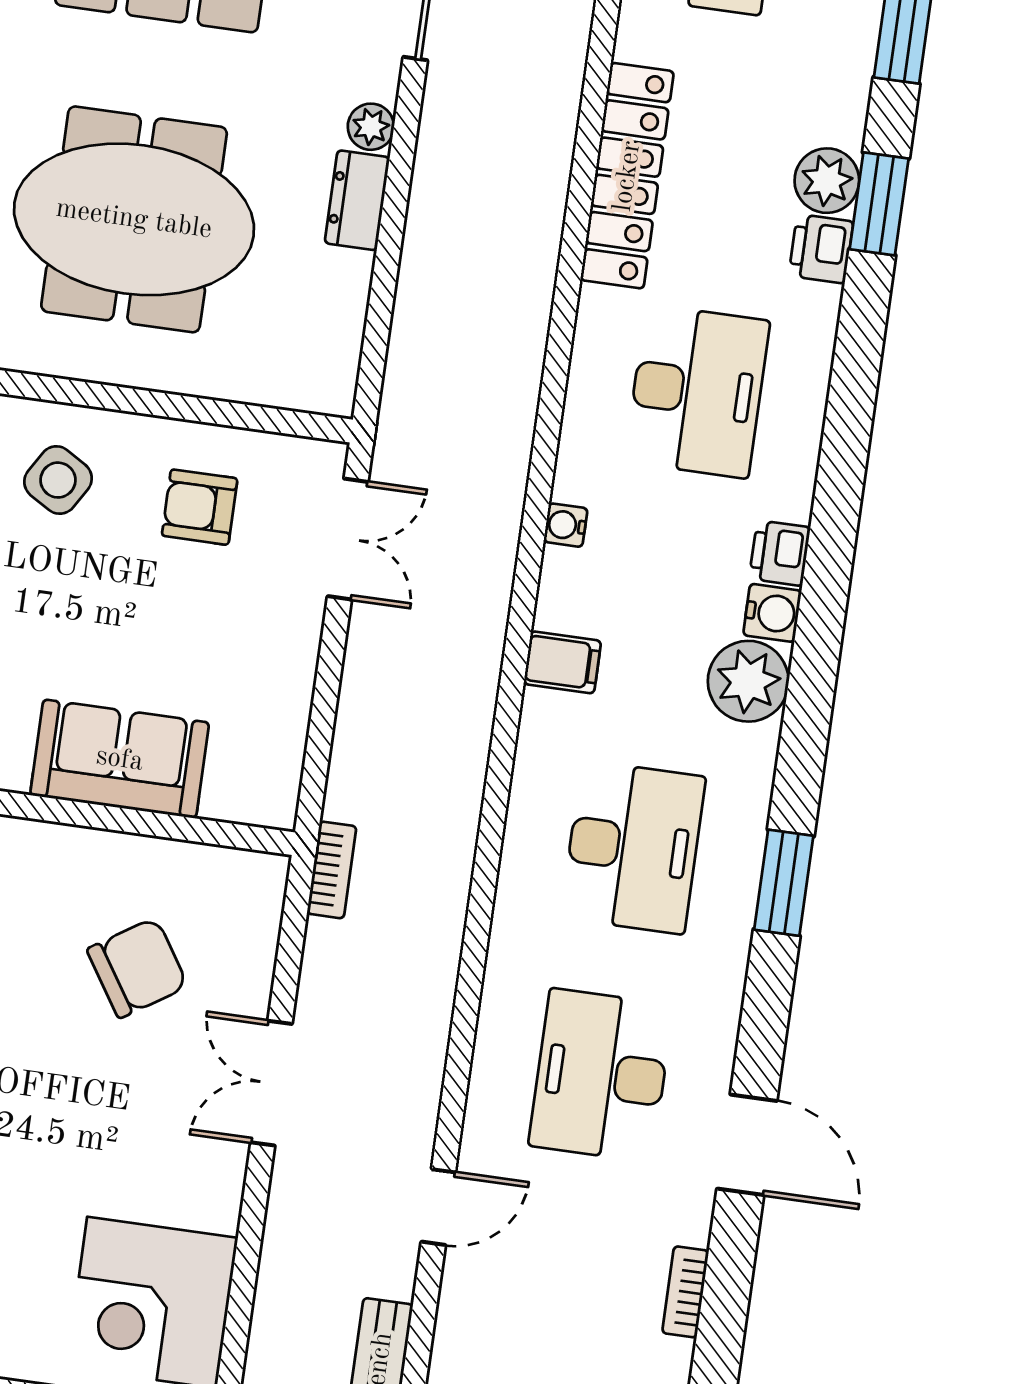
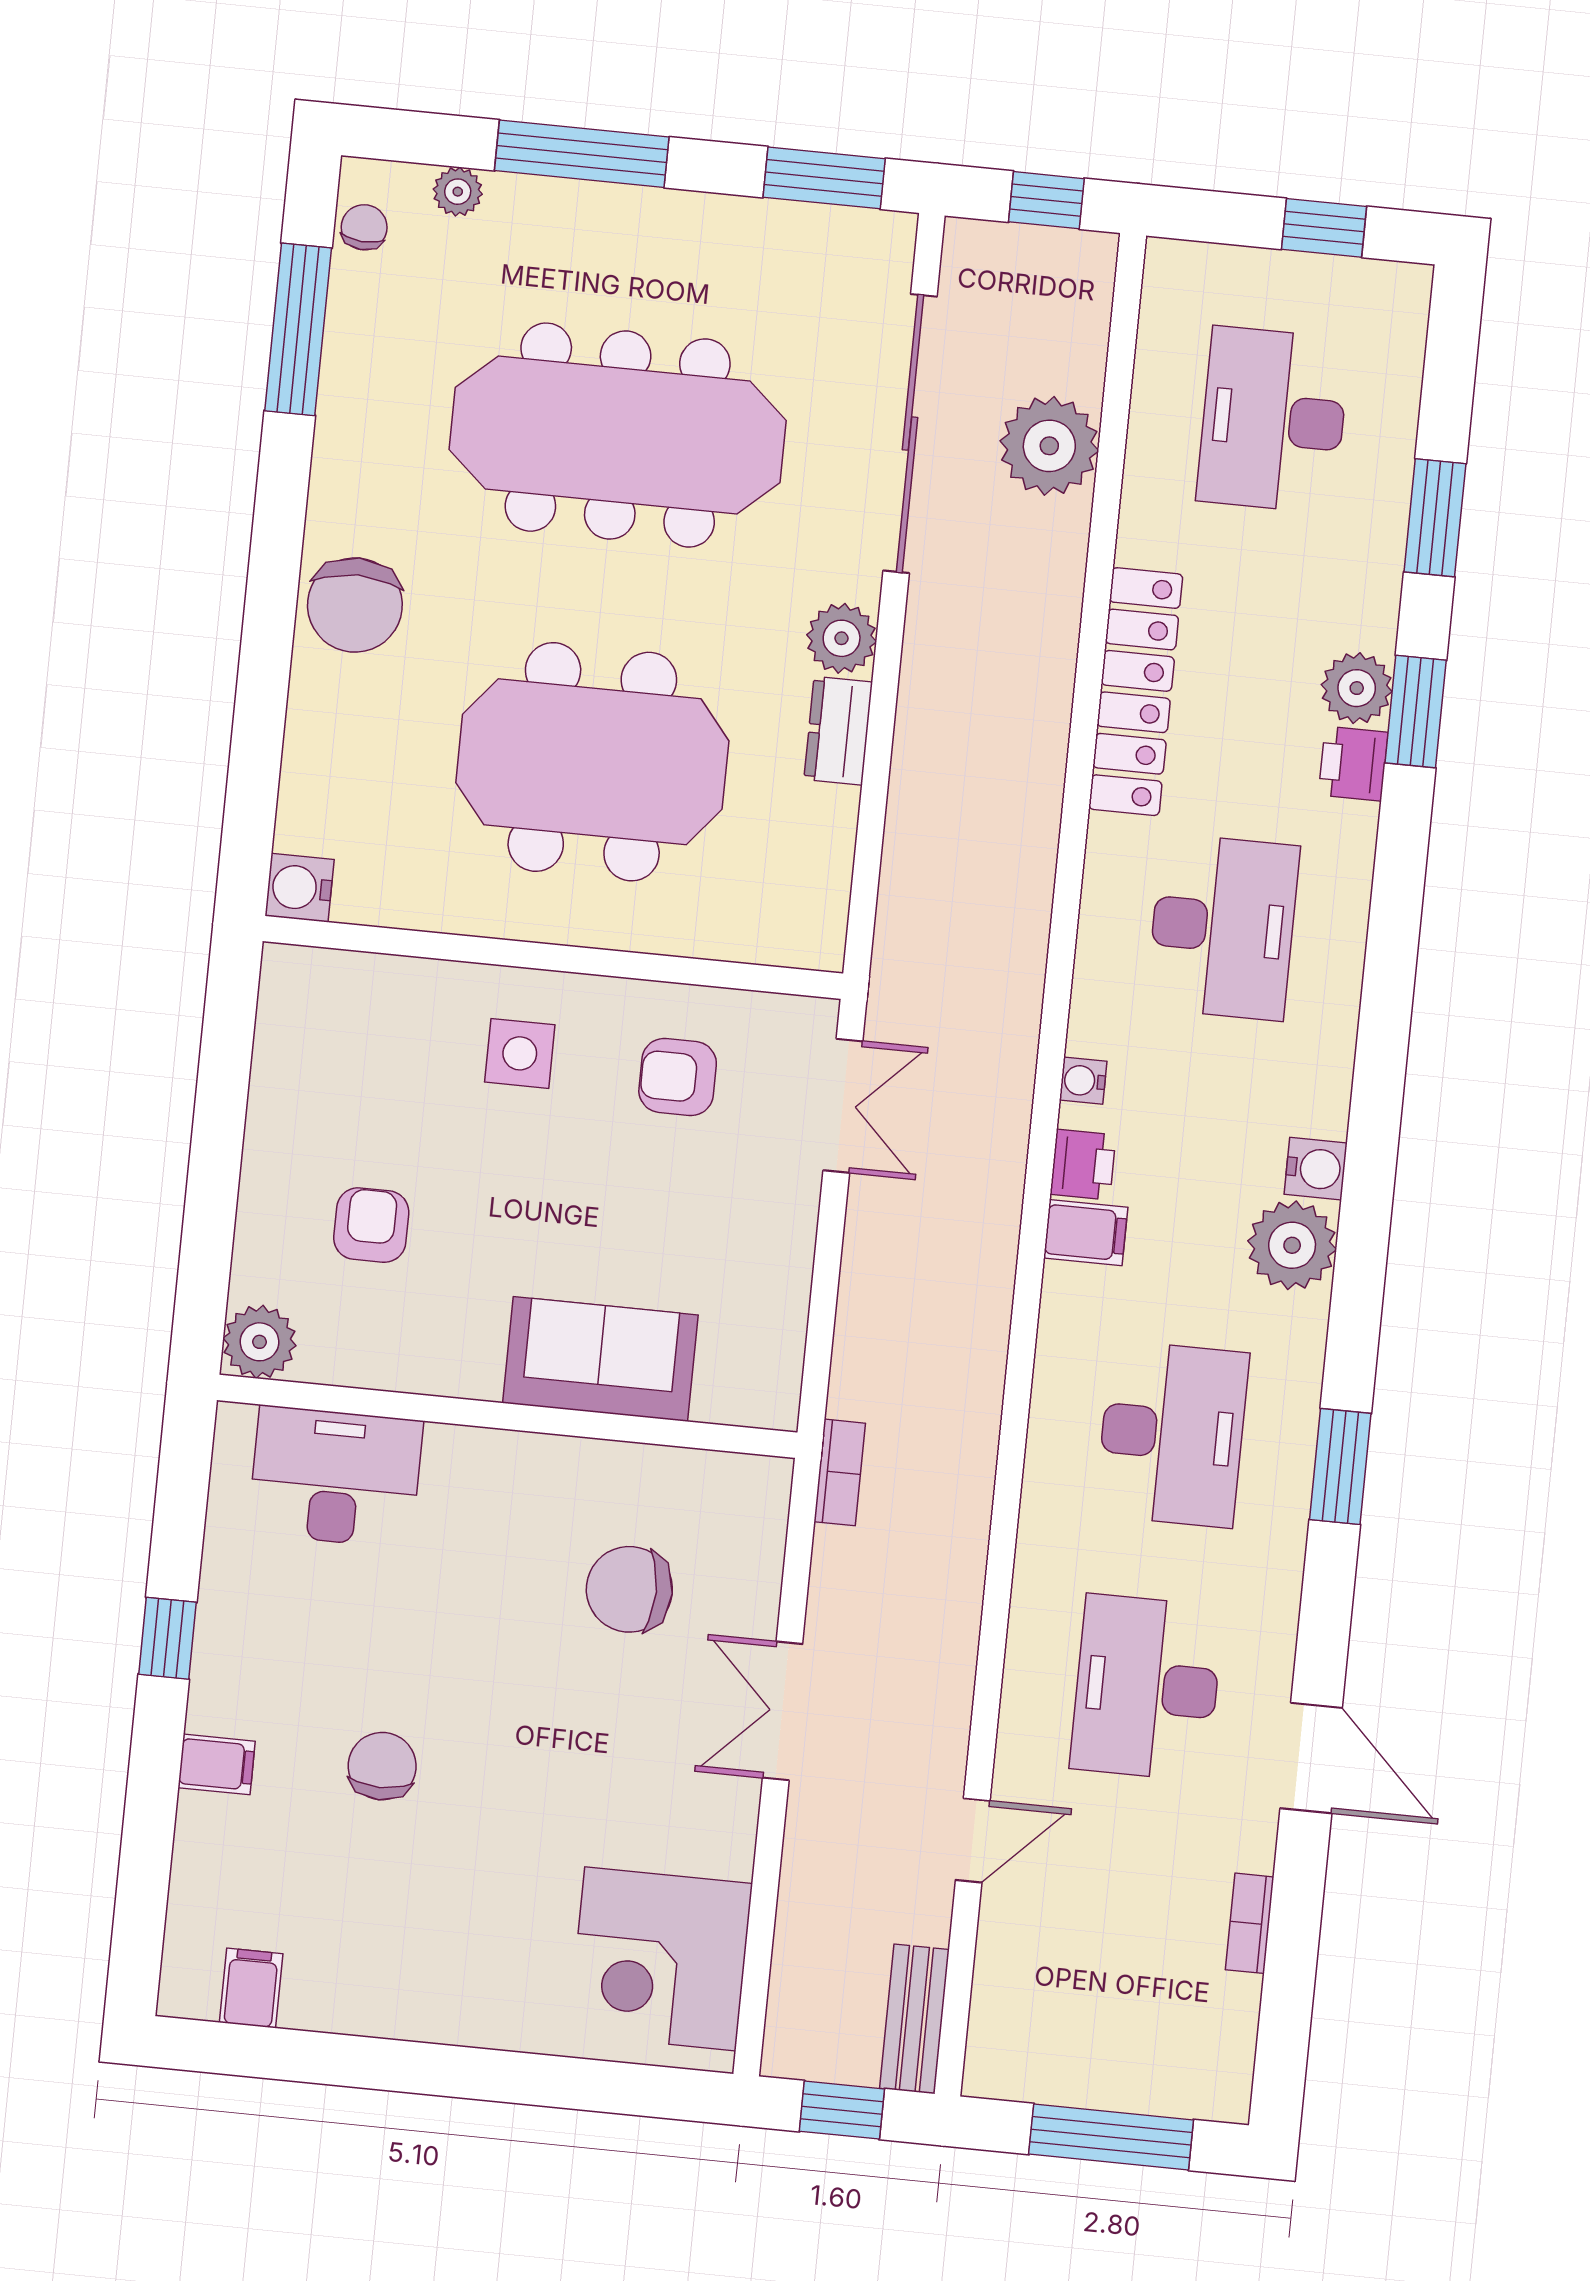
plant: (371, 127) -> (842, 638), width x1.38, depth x1.38
side table: (58, 480) -> (520, 1053), turned -31
printer: (780, 553) -> (1083, 1165), moved, turned 180
chair: (137, 968) -> (629, 1589), turned -147

